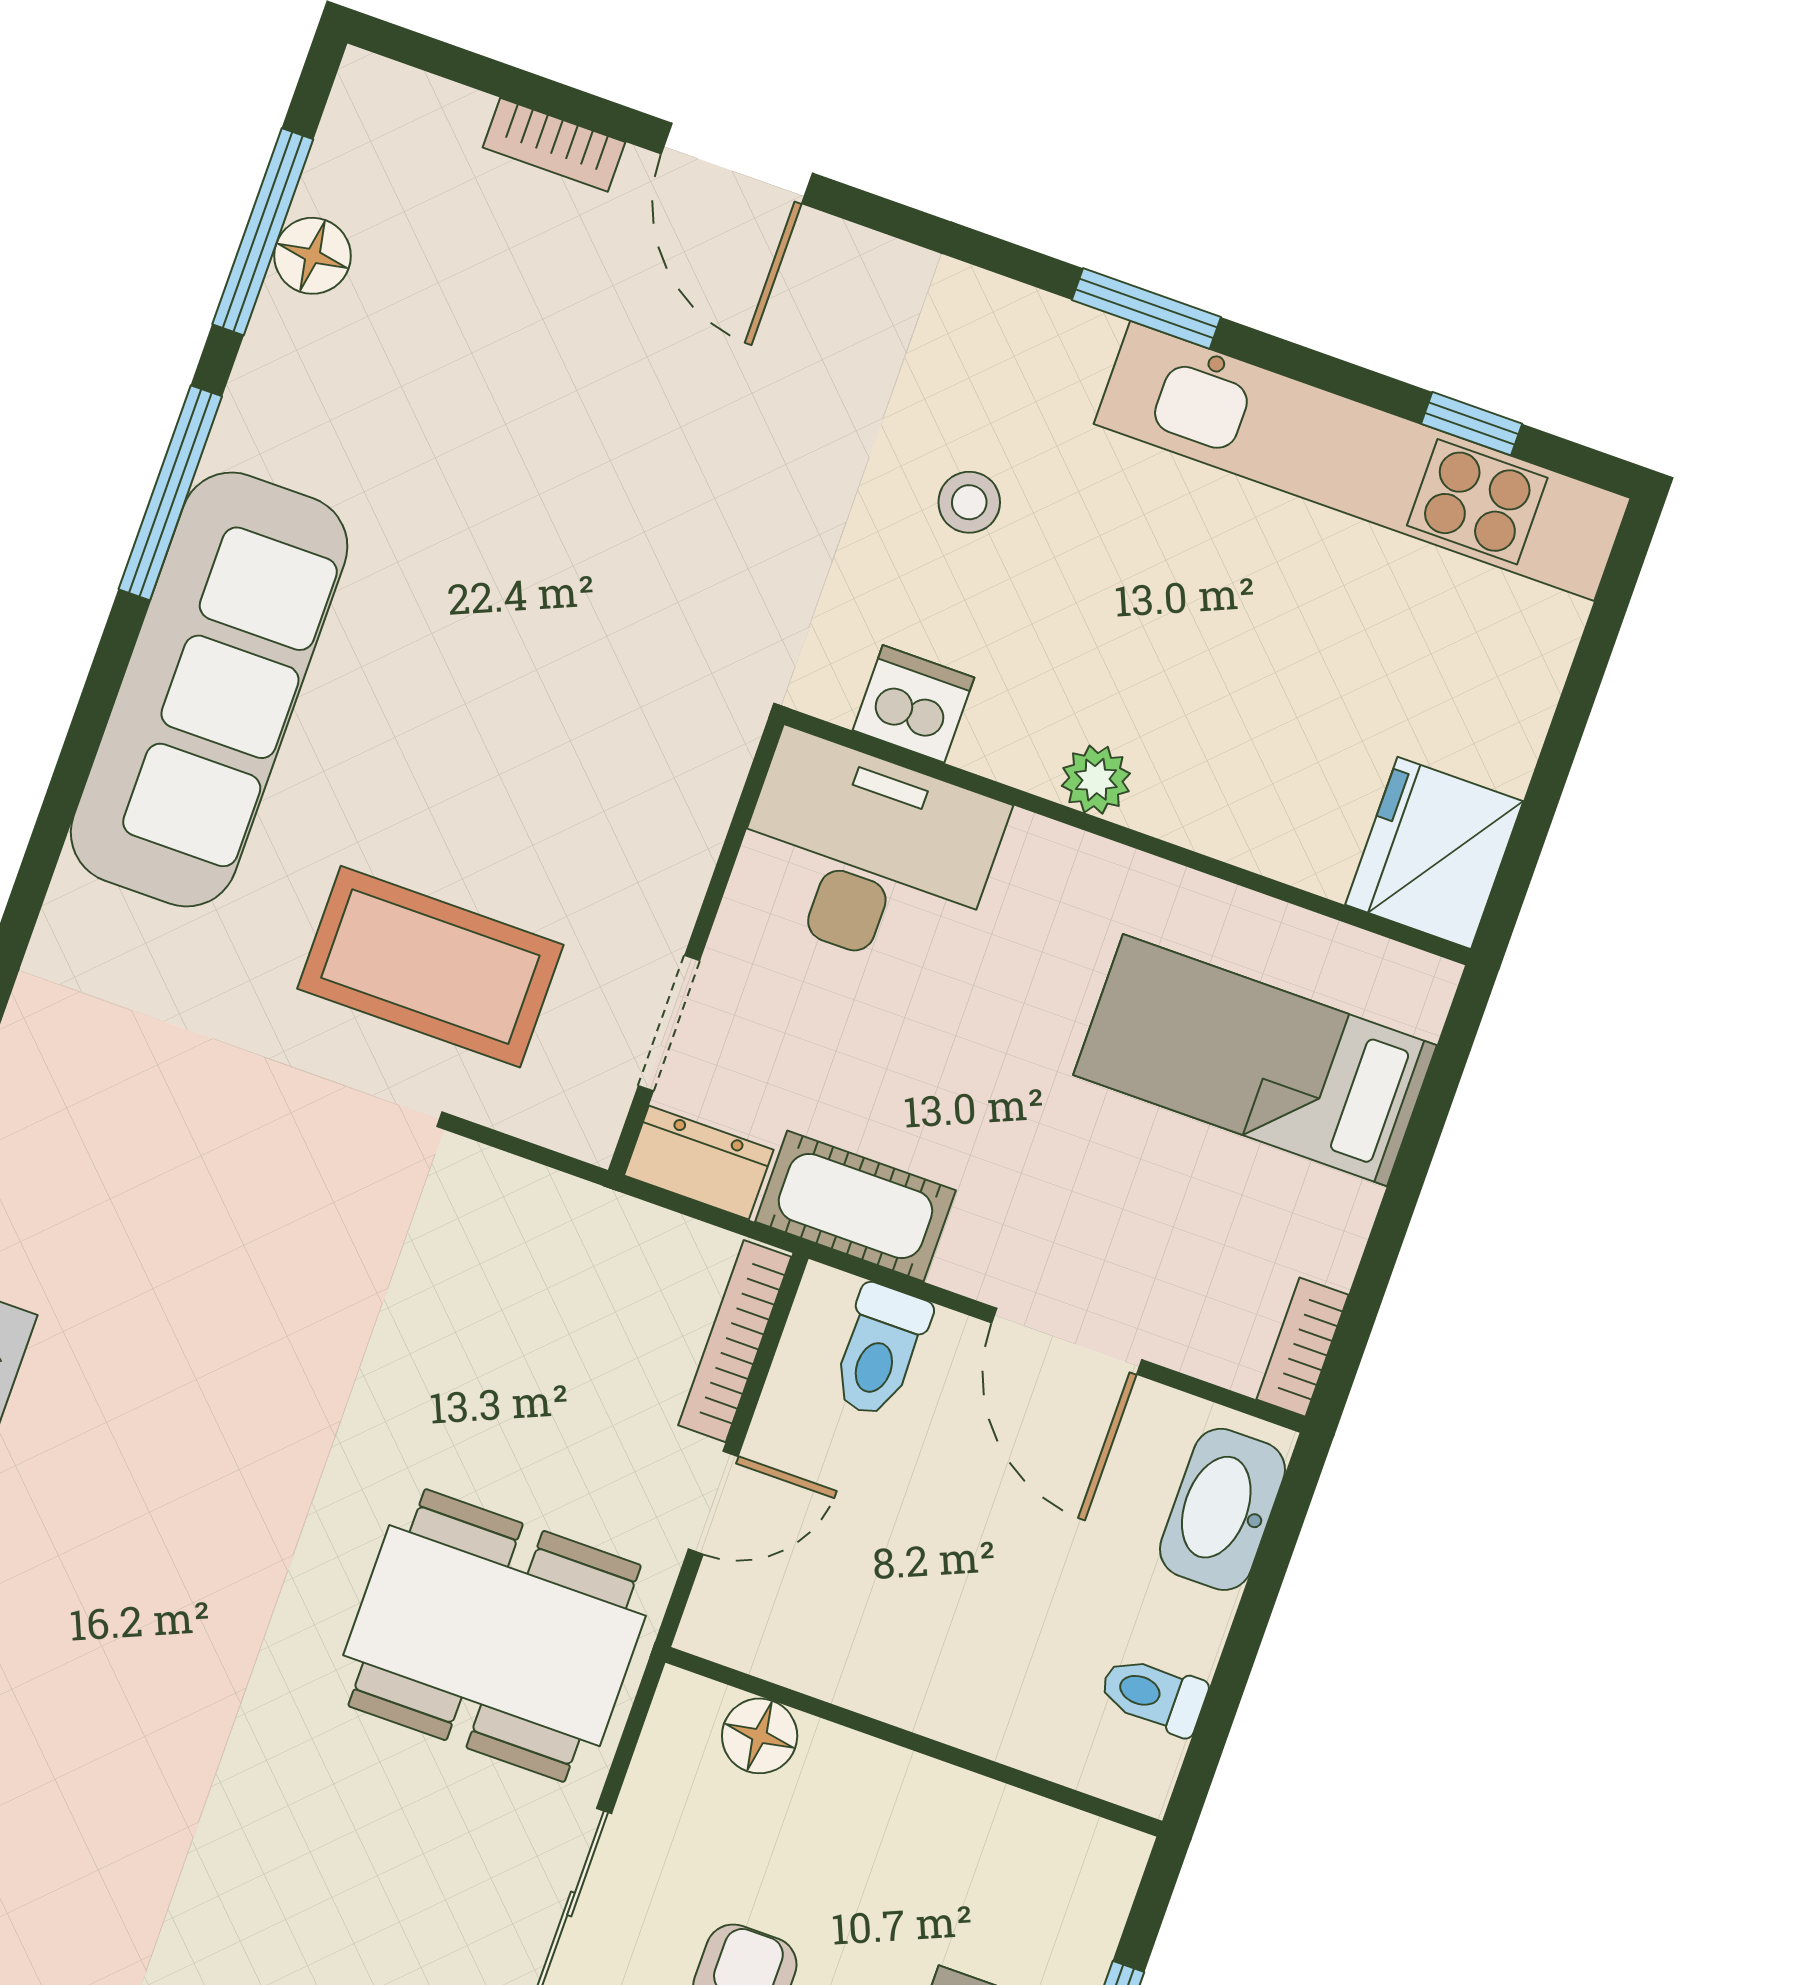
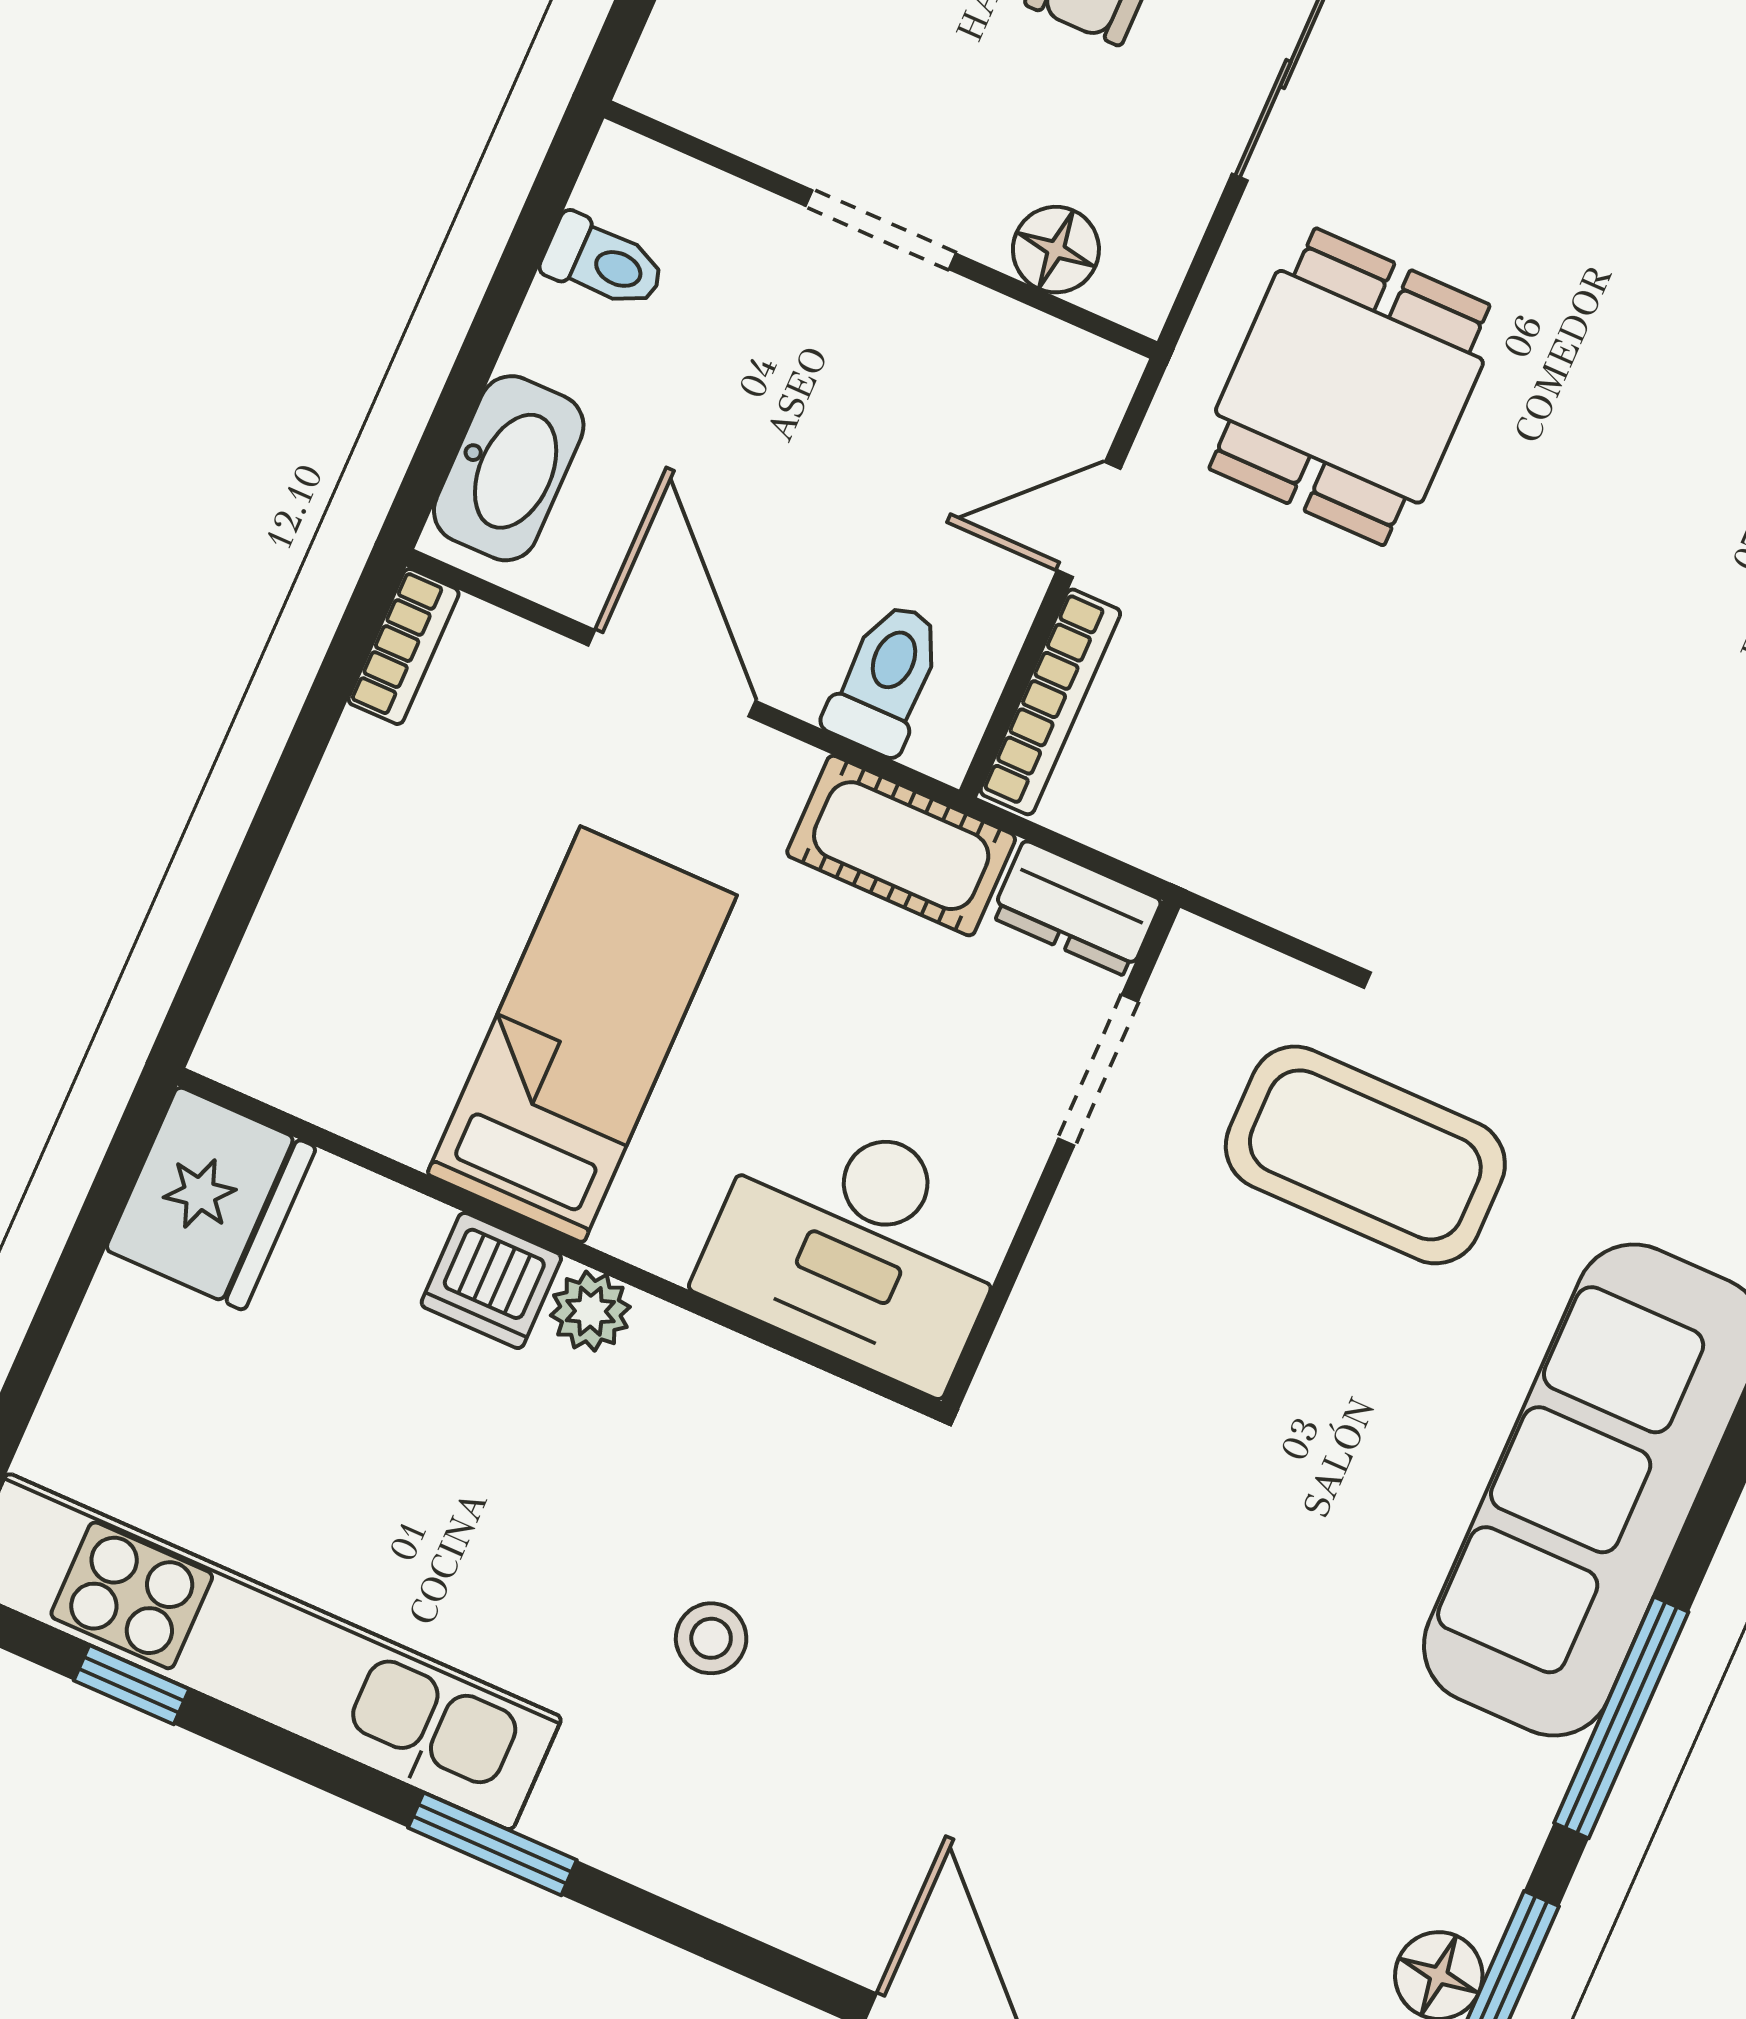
dishwasher: (913, 704) -> (491, 1281), moved
bed: (1255, 1060) -> (582, 1035), moved, turned -90
dining table: (495, 1636) -> (1349, 387), width x0.73
doorway: (914, 1742) -> (881, 230), added

